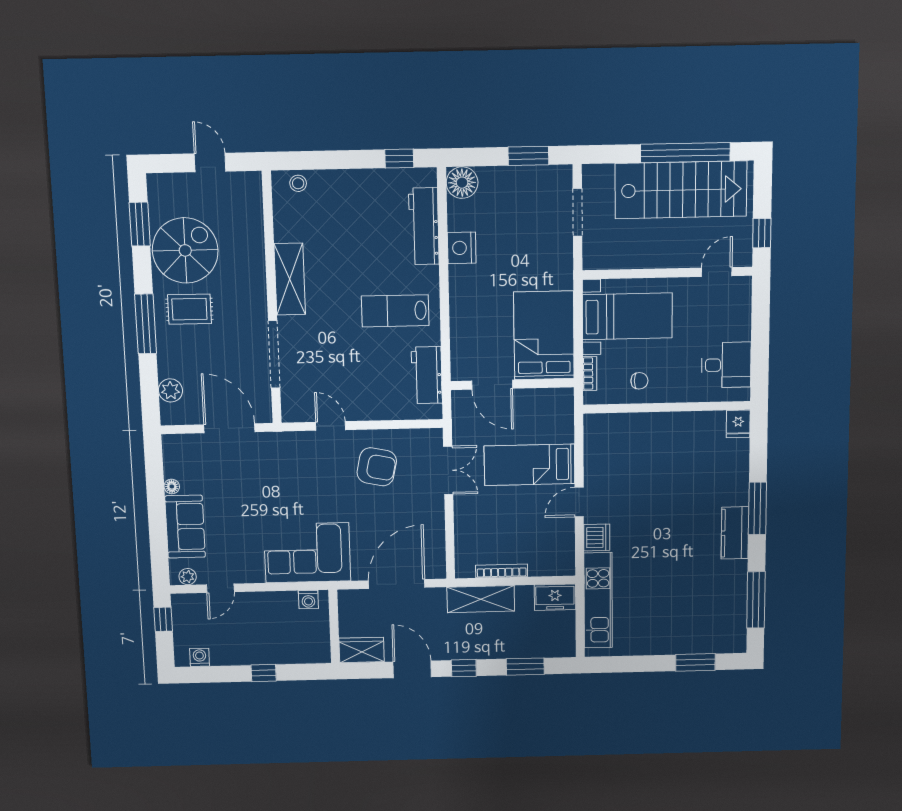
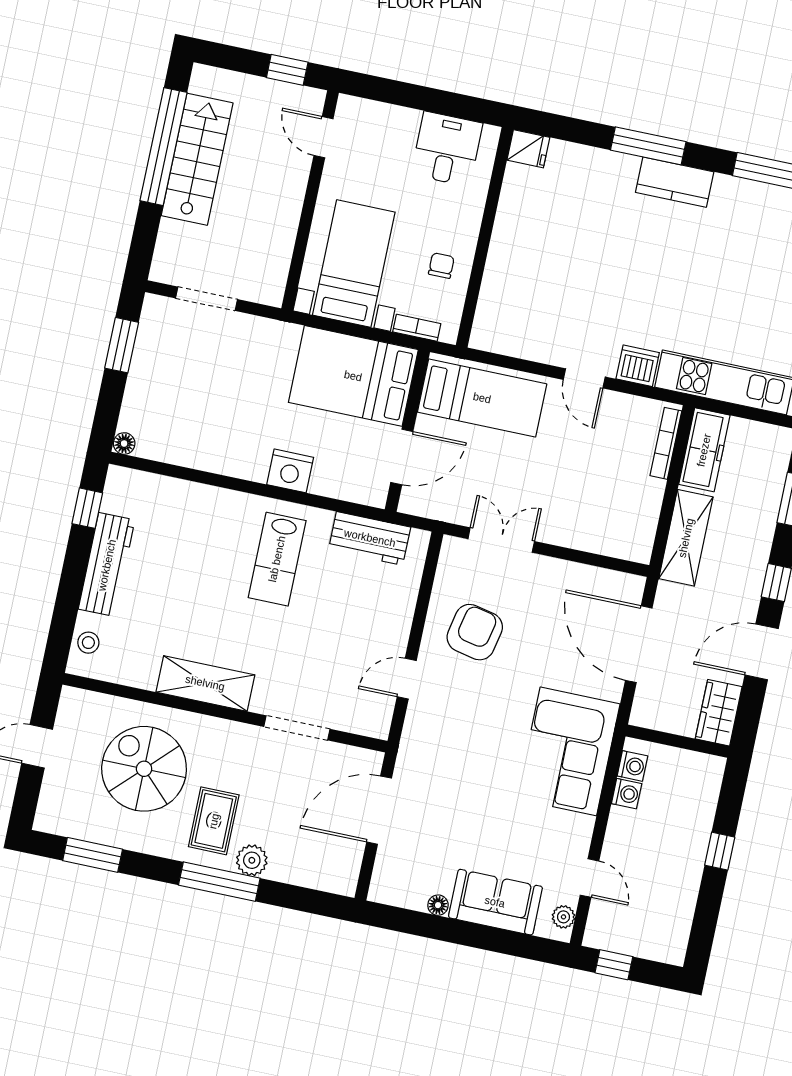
floor lamp: (462, 183) -> (124, 444), width x0.53, depth x0.53
stairs: (681, 190) -> (197, 159), width x0.73, depth x0.66
workbench: (424, 226) -> (107, 565), moved, turned -90
nightstand: (462, 248) -> (290, 471), moved
spiral stairs: (185, 250) -> (144, 769), moved
doorway: (274, 354) -> (297, 728), width x0.73
plant: (170, 390) -> (252, 860), moved
bed: (530, 465) -> (482, 398), moved, turned -90
bookcase: (502, 571) -> (666, 443), moved
freezer: (555, 597) -> (704, 450), width x1.40
washing machine: (200, 657) -> (627, 794), moved, turned 180

